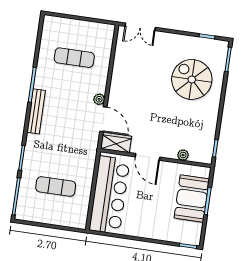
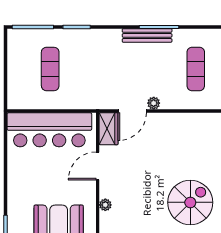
bench: (36, 111) -> (147, 35), moved

